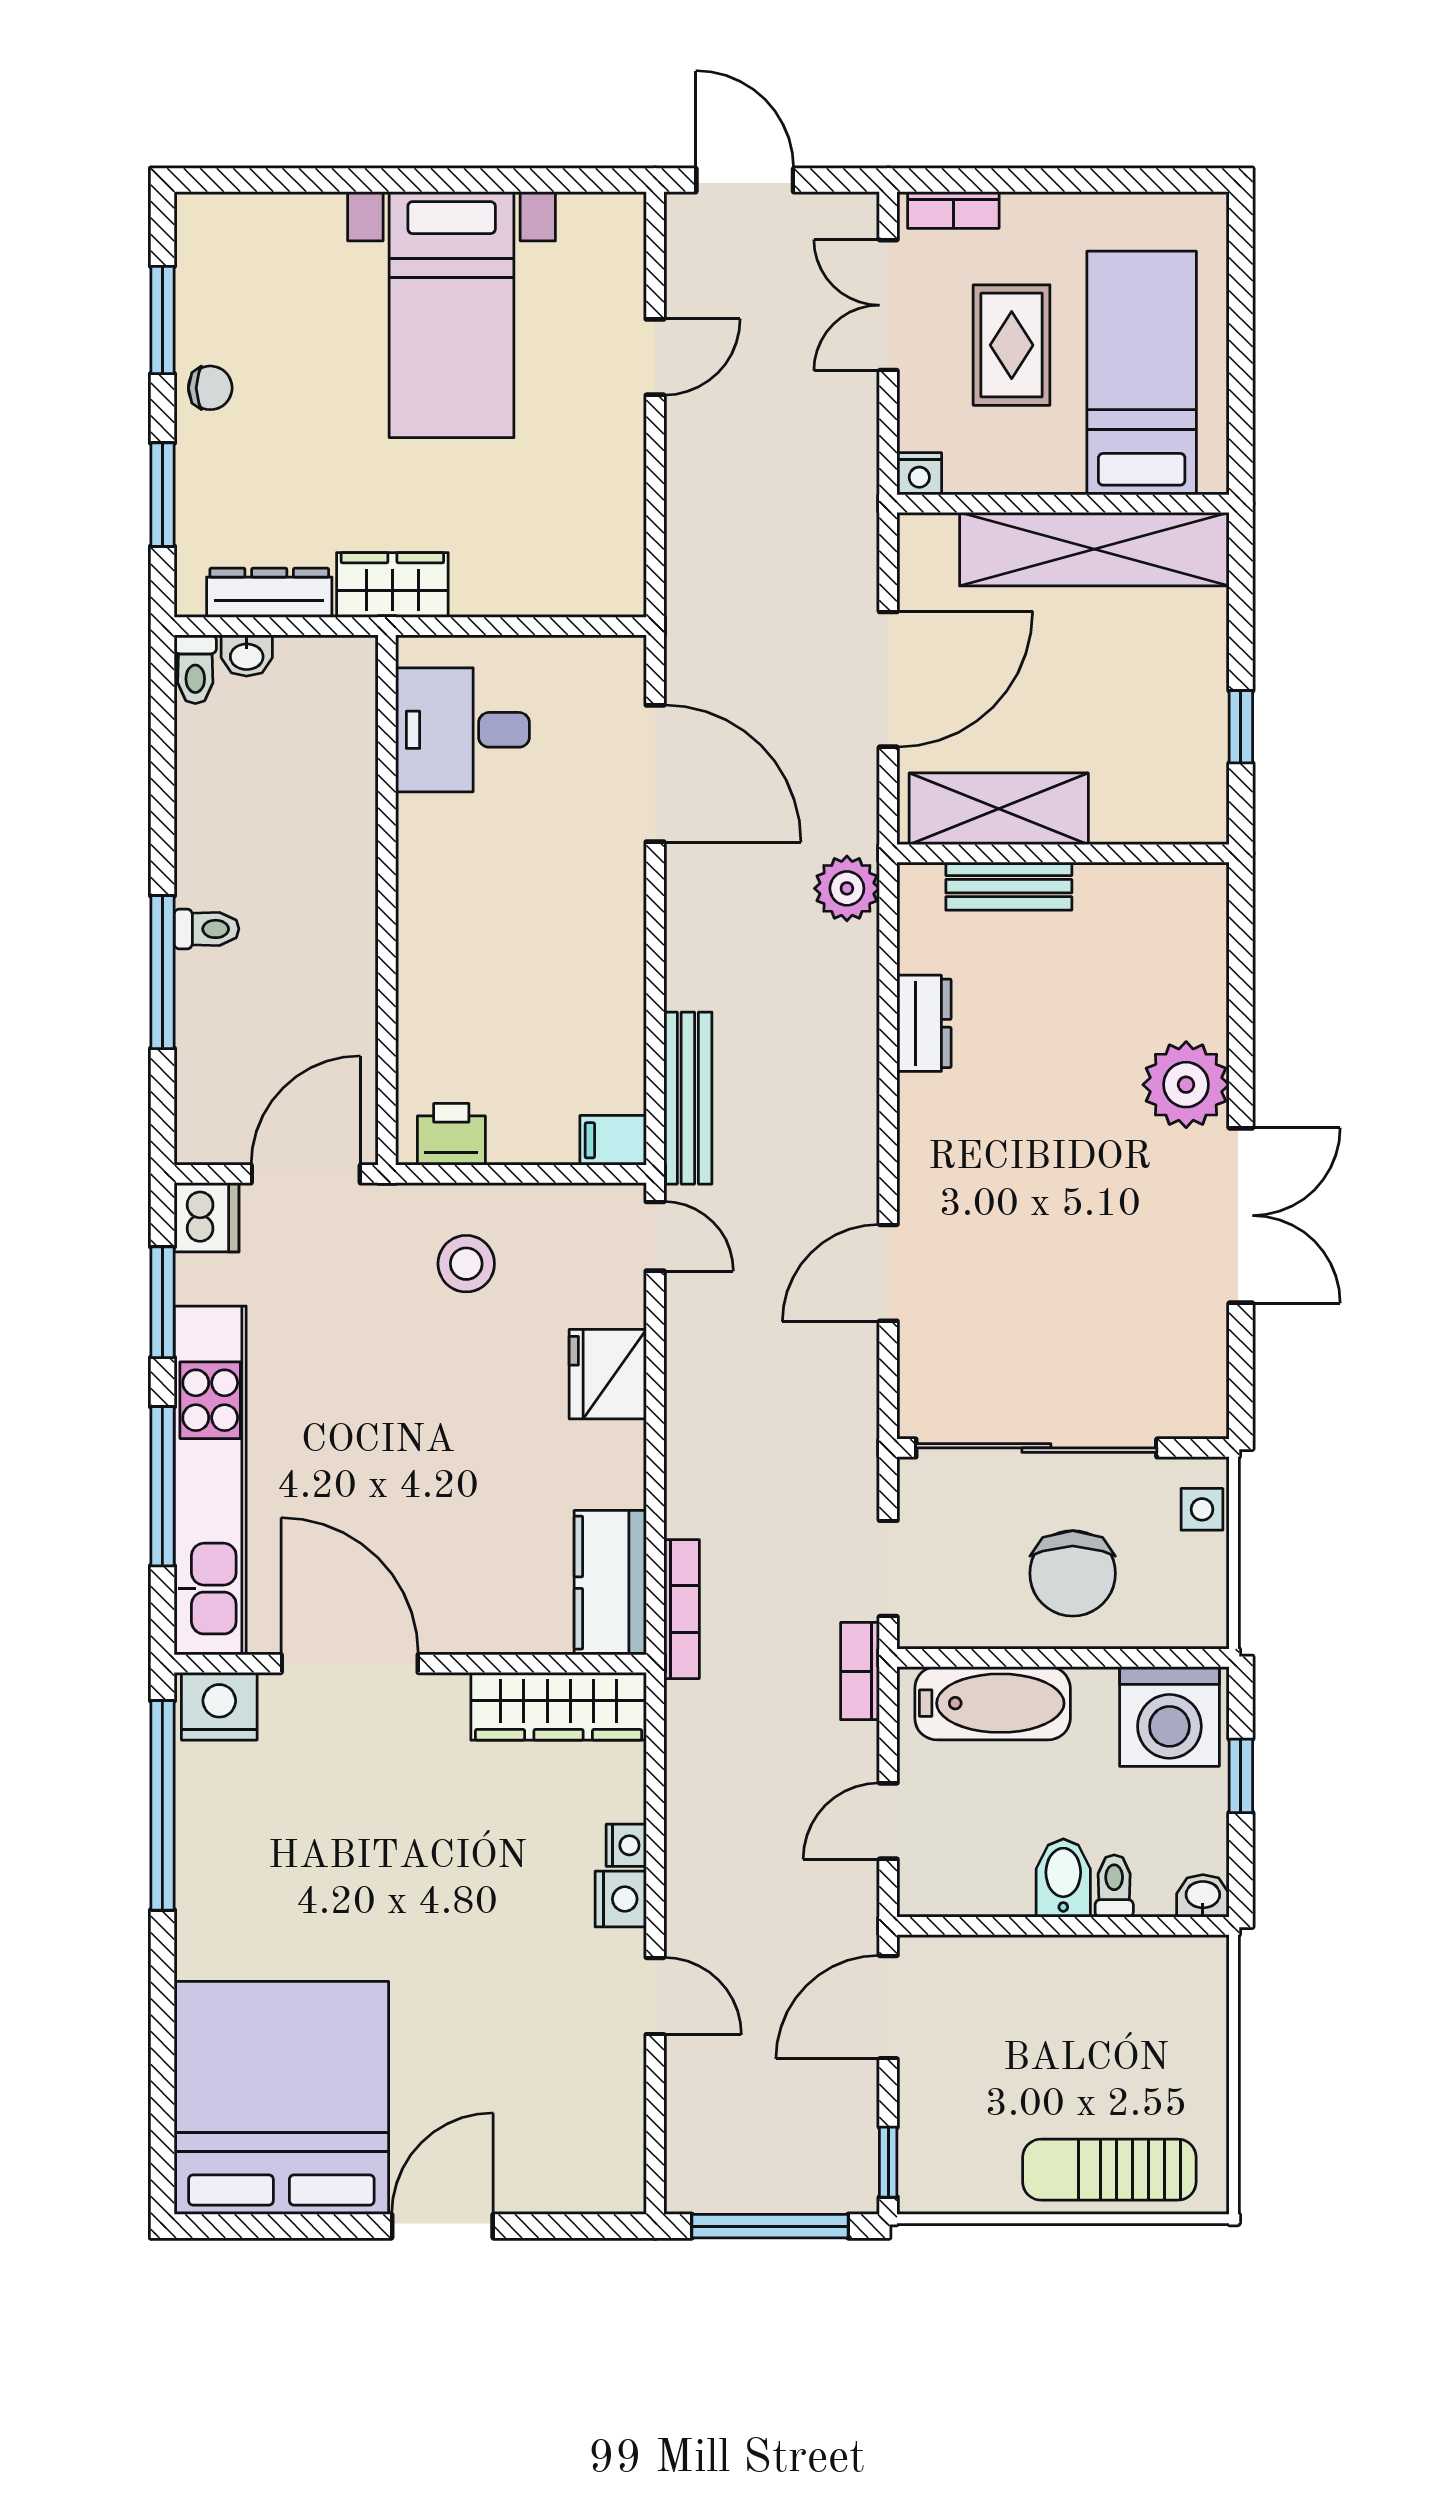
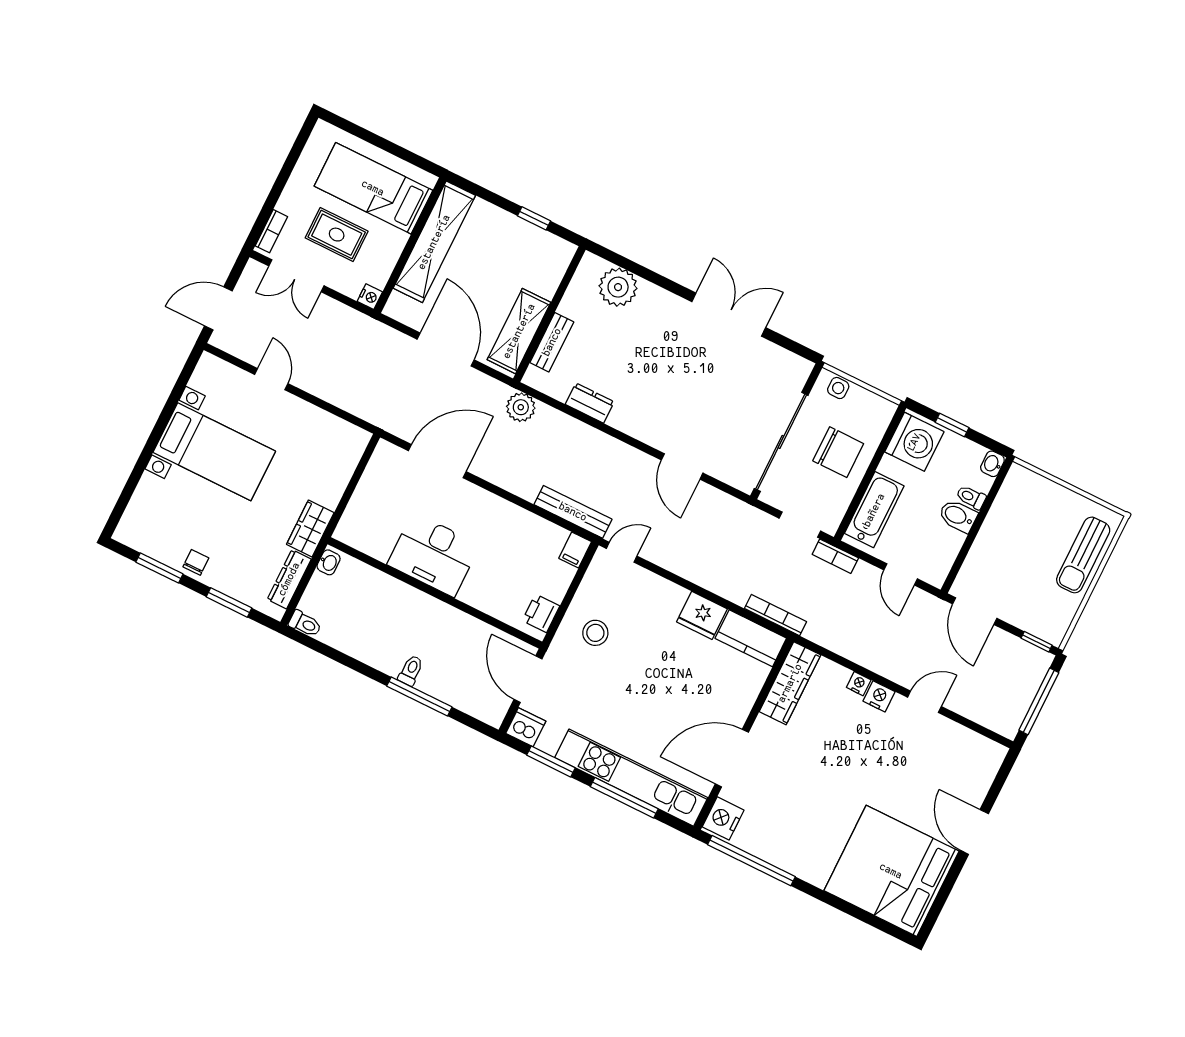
washbasin: (247, 655) -> (329, 562), moved
desk: (463, 730) -> (434, 555), moved, width x1.37
plant: (1186, 1085) -> (618, 287), moved
fridge: (608, 1374) -> (702, 615), moved

